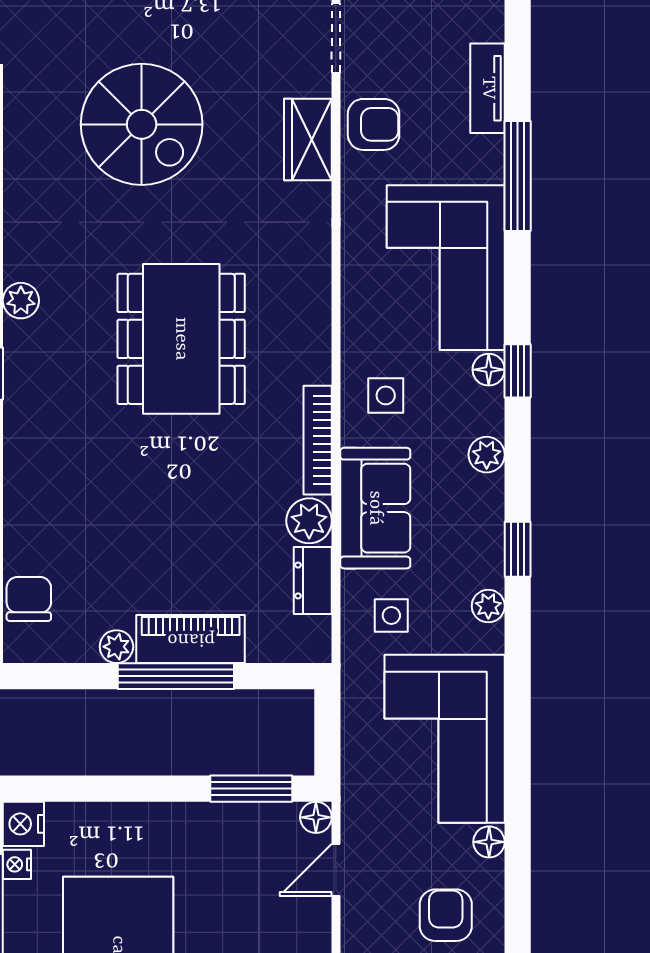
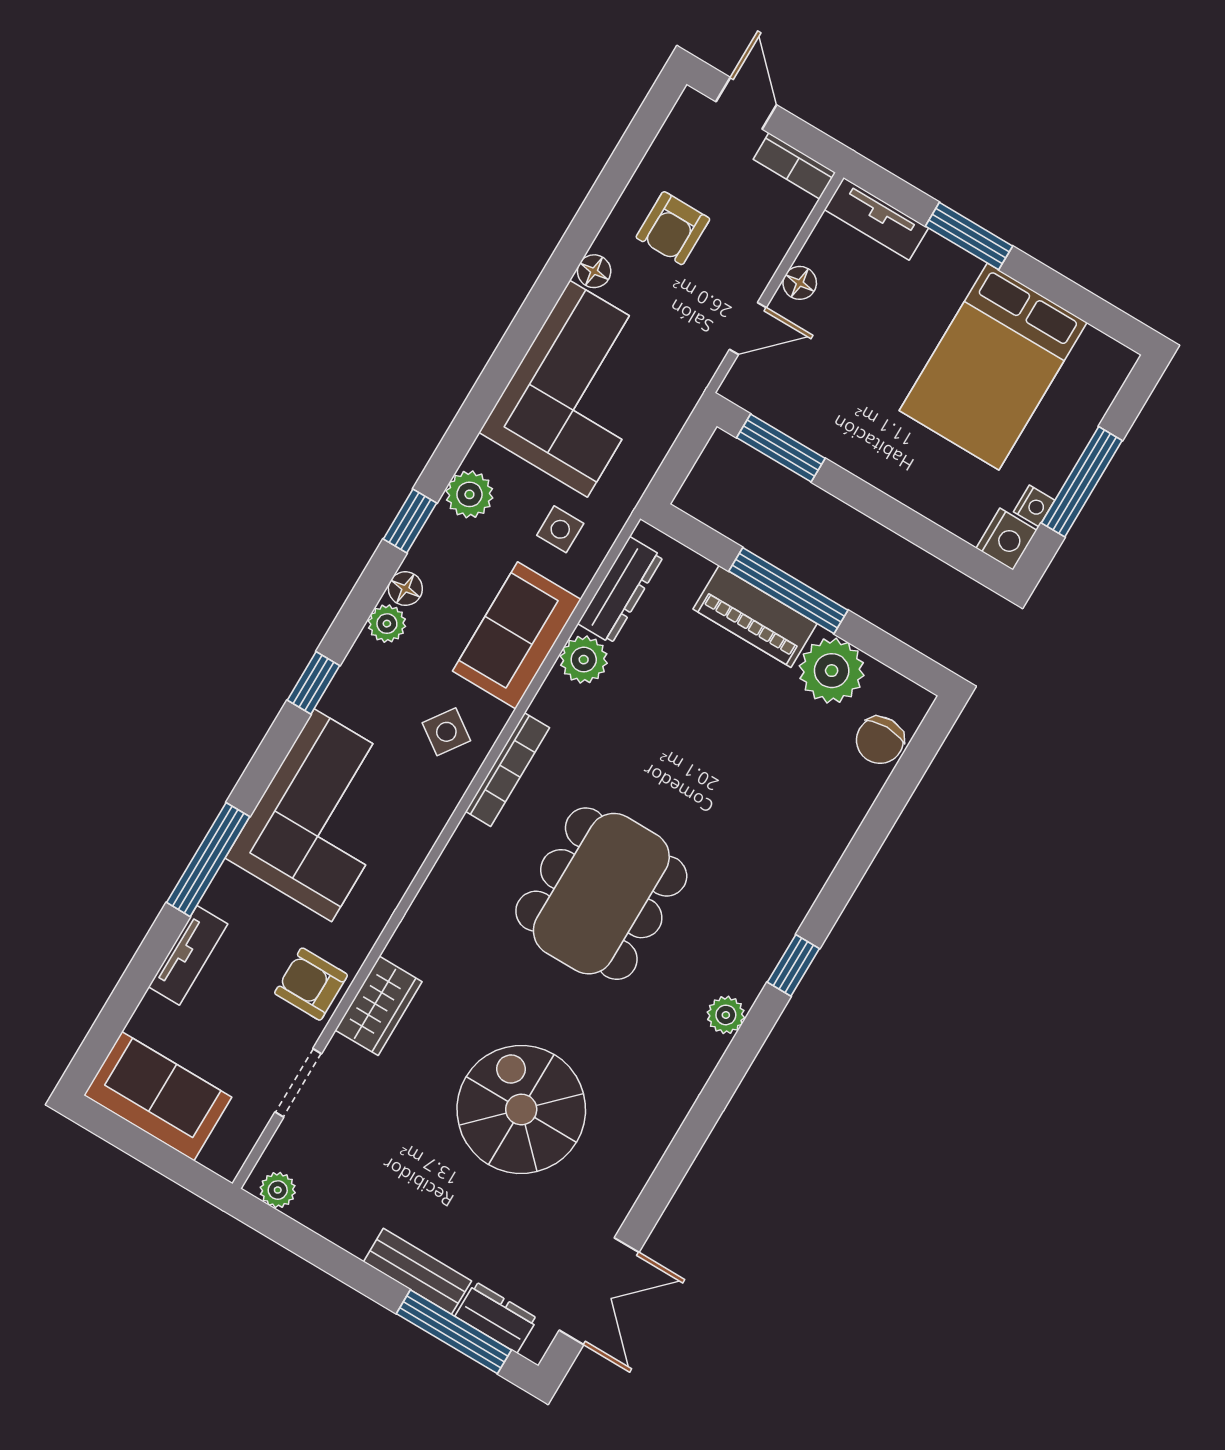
floor lamp: (489, 370) -> (405, 589), moved
side table: (386, 395) -> (446, 732), turned 35
bookcase: (318, 440) -> (507, 770), moved
dresser: (313, 580) -> (620, 590), width x1.44
plant: (488, 606) -> (469, 494), width x1.38, depth x1.38
plant: (116, 647) -> (832, 671), width x1.88, depth x1.88
floor lamp: (316, 817) -> (800, 283), moved

